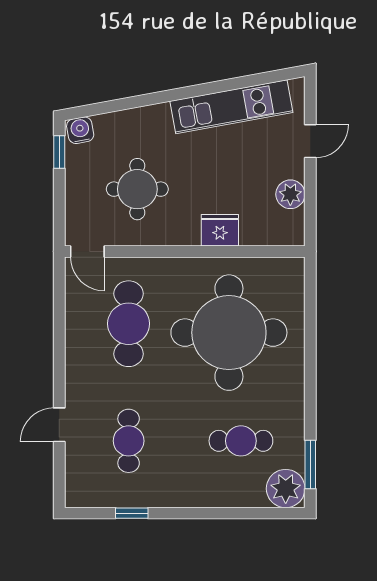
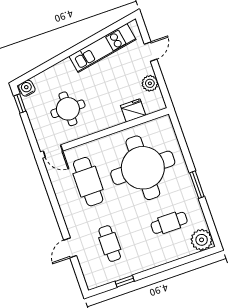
fridge: (220, 230) -> (133, 110), moved
window: (310, 464) -> (197, 185), moved

